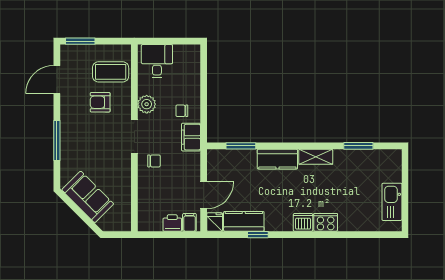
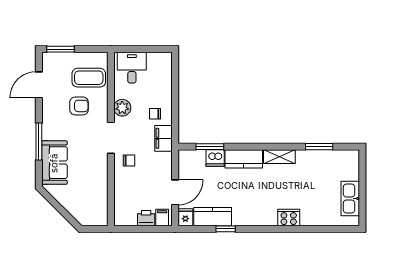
armchair: (100, 102) -> (79, 106), turned 180
sofa: (88, 197) -> (54, 163), moved, turned 45
dishwasher: (303, 222) -> (215, 158), moved, turned 180

